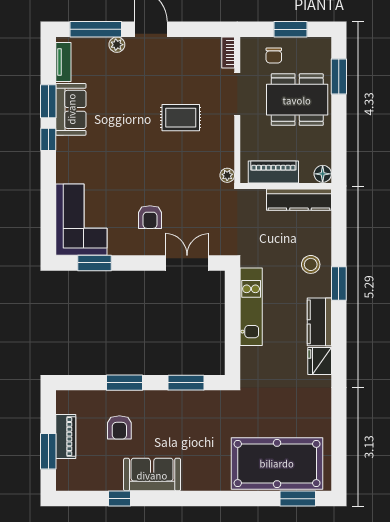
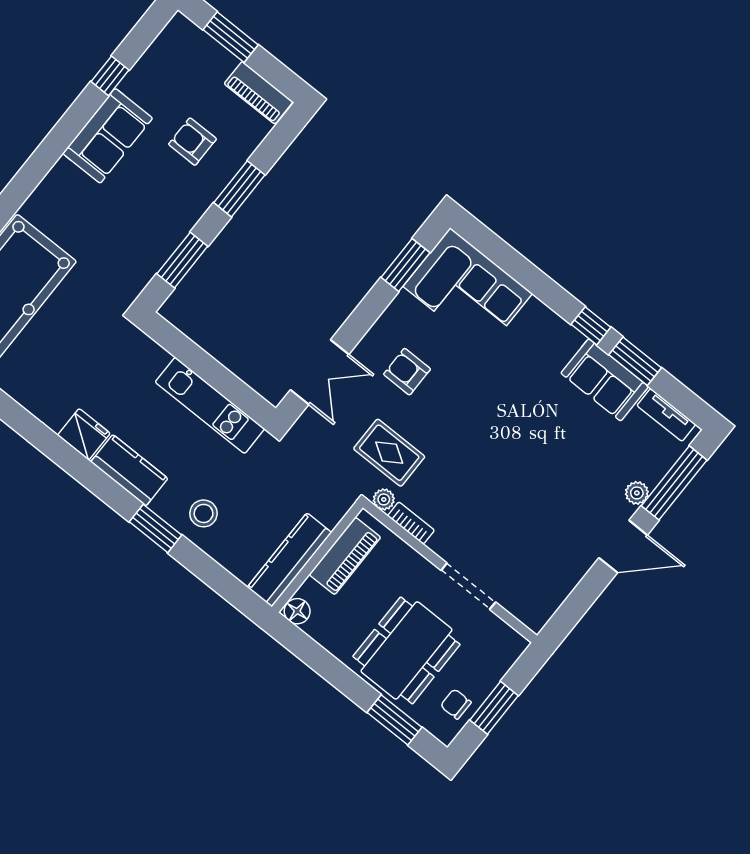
bookcase: (228, 52) -> (411, 523), moved
chair: (274, 55) -> (456, 704), moved
rug: (181, 118) -> (389, 453), moved, turned 90
piano: (66, 437) -> (259, 93), moved

